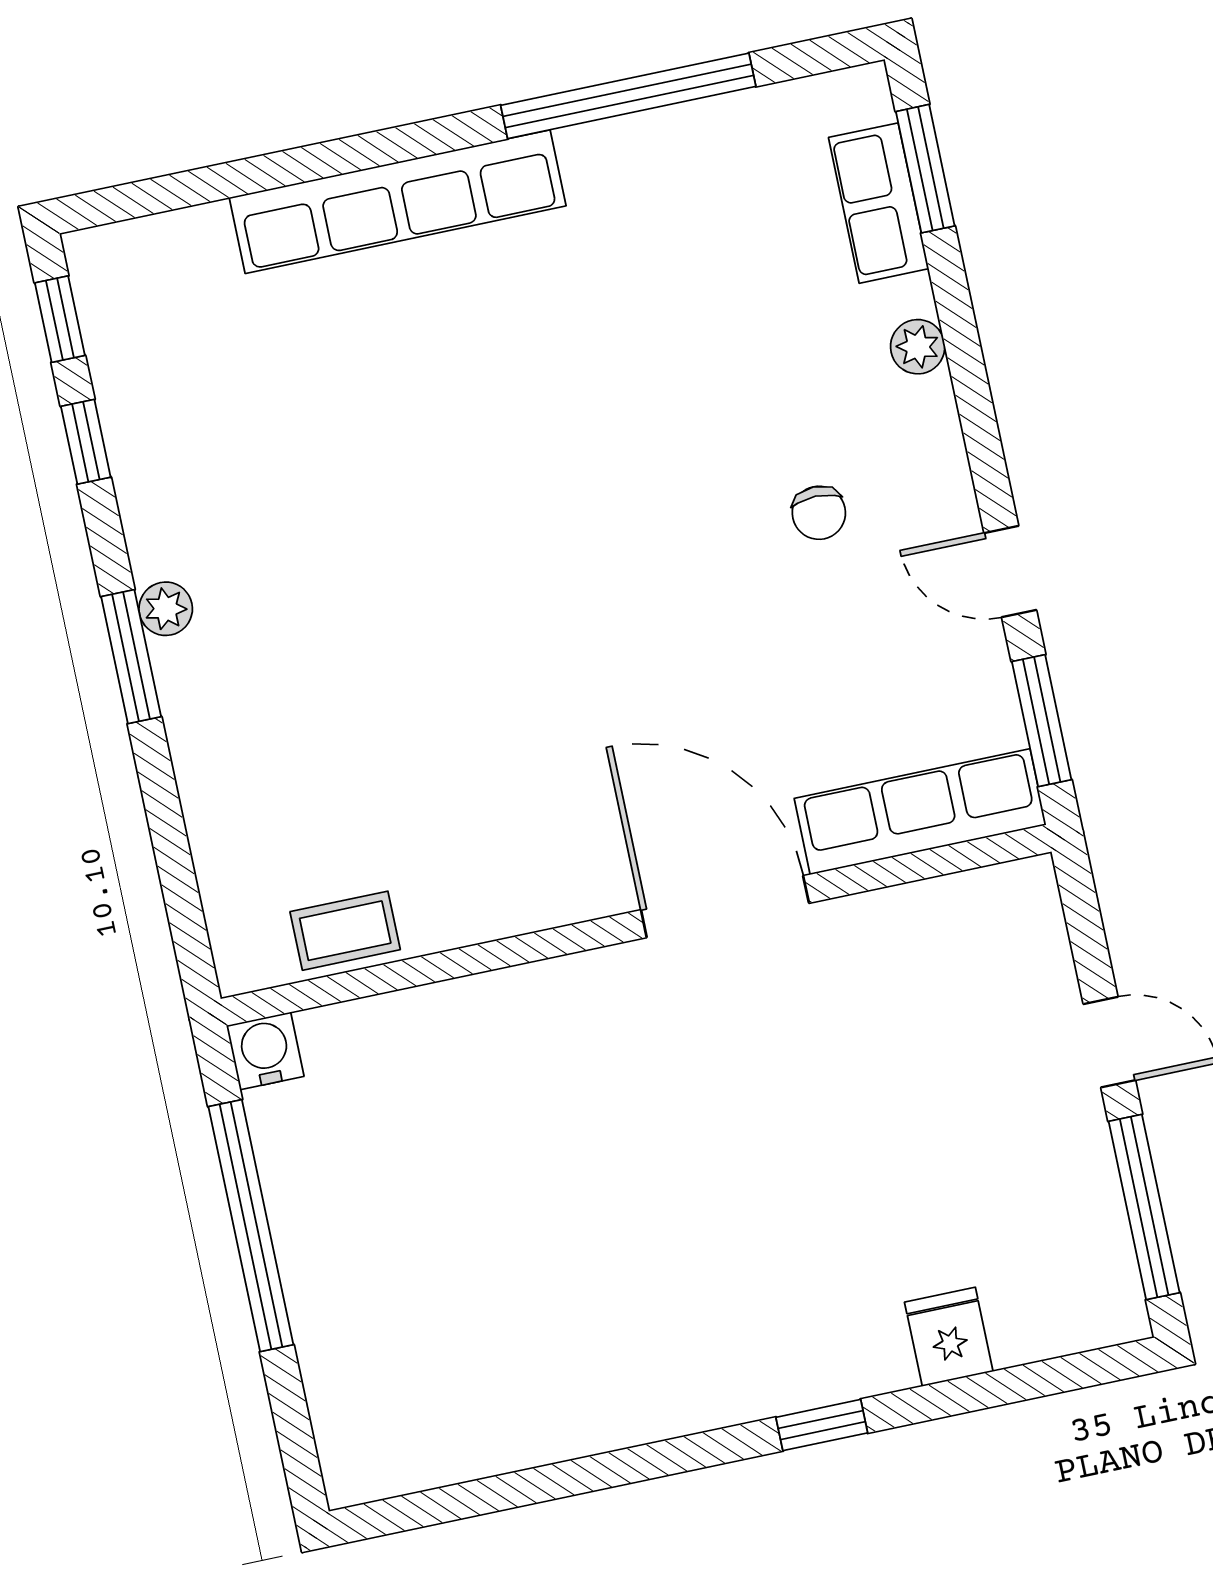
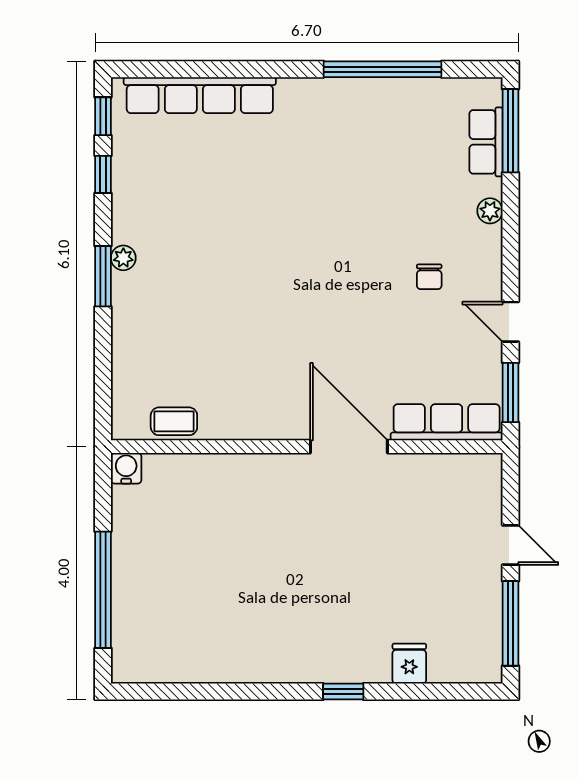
window: (925, 169) -> (510, 131), width x1.44
row of seats: (398, 202) -> (200, 95), moved
window: (251, 1226) -> (103, 590), moved

